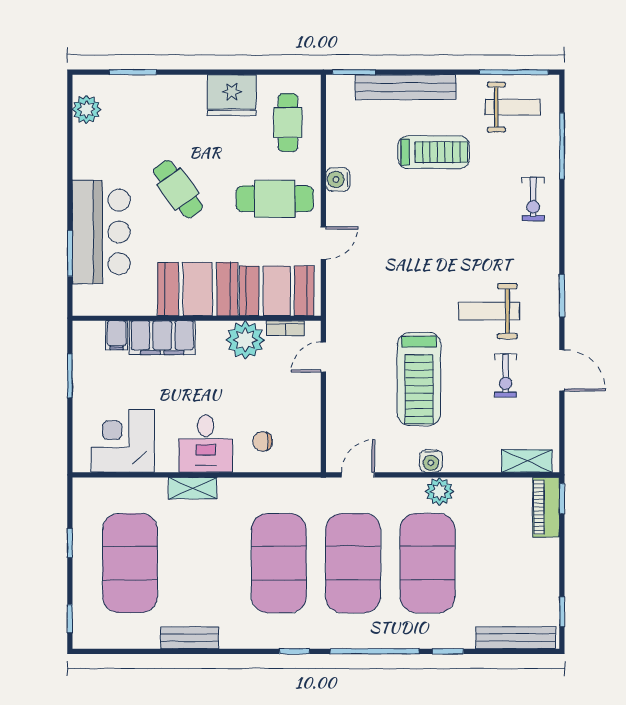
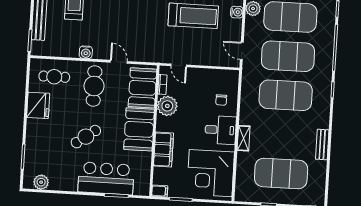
filing cabinet: (117, 335) -> (160, 191), moved
corner desk: (123, 441) -> (211, 173), width x1.36, depth x1.36

